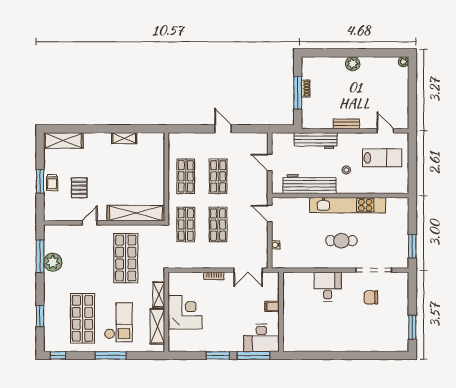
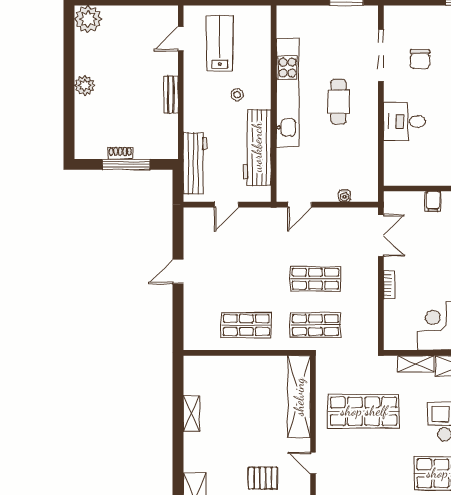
plant: (403, 62) -> (88, 19), width x1.88, depth x1.88
workbench: (316, 141) -> (195, 163), moved
shop shelf: (218, 176) -> (246, 279), removed

